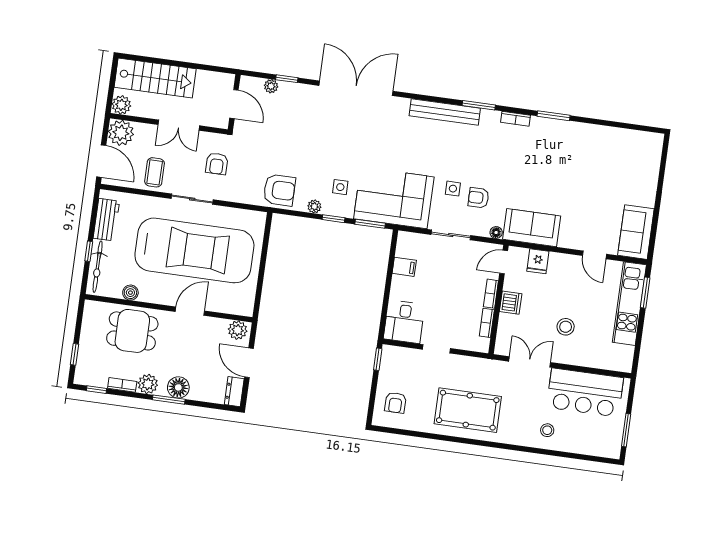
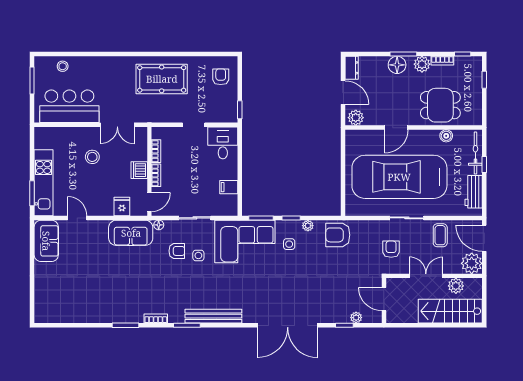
plant: (121, 105) -> (456, 286), moved
stool: (547, 430) -> (63, 66), moved

